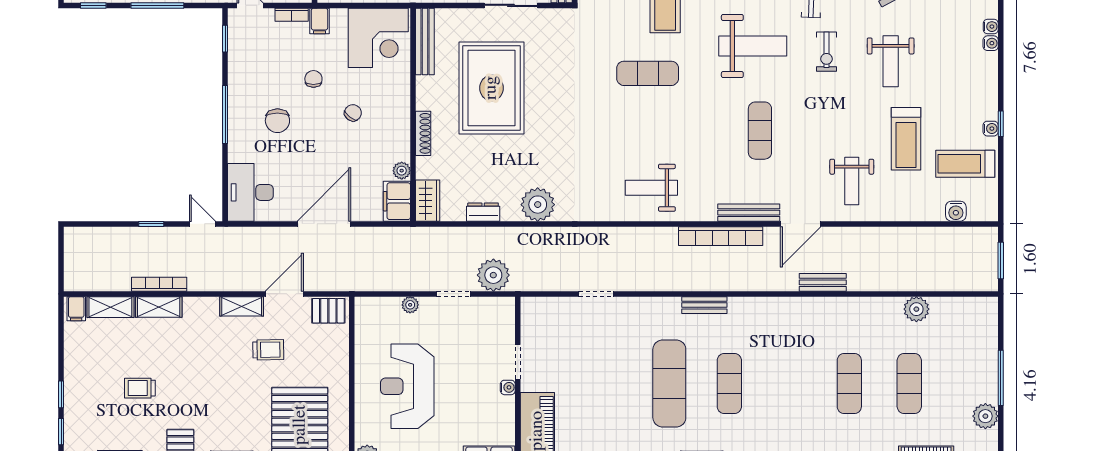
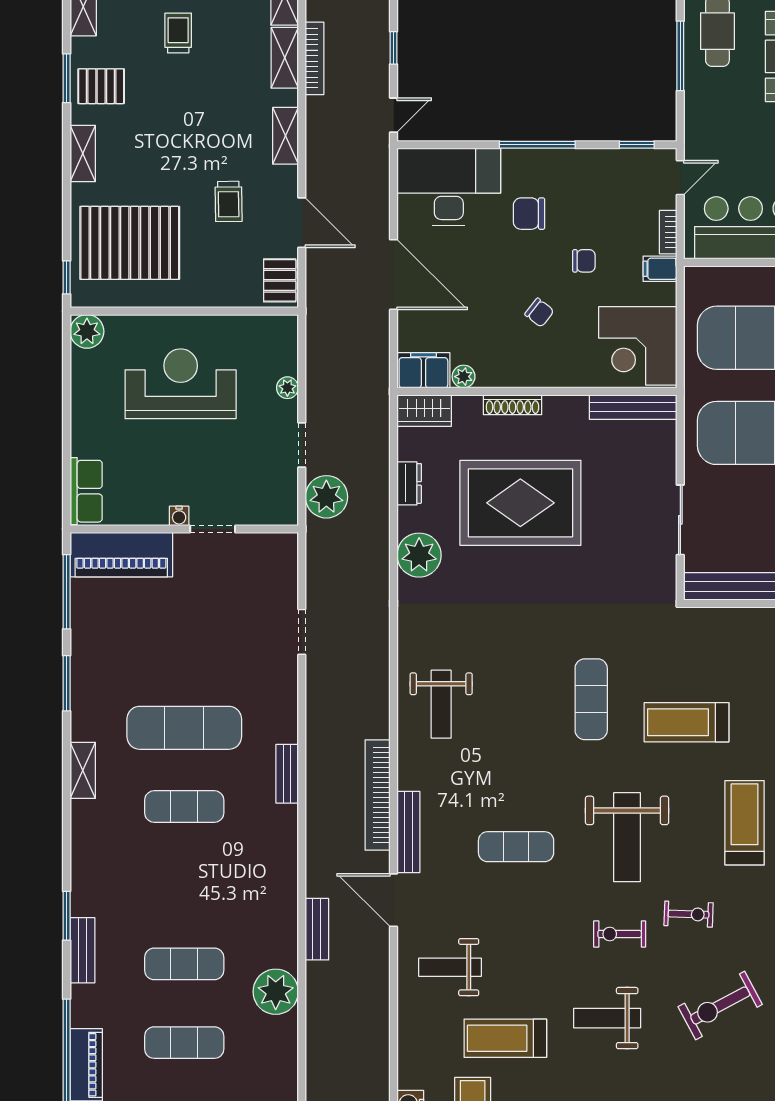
rug: (491, 88) -> (520, 503), moved
weight bench: (651, 188) -> (441, 704), turned 180
desk: (250, 192) -> (449, 187), width x1.36, depth x1.30
shelving: (242, 306) -> (286, 136), moved
plant: (916, 309) -> (276, 992), moved, width x1.36, depth x1.36

